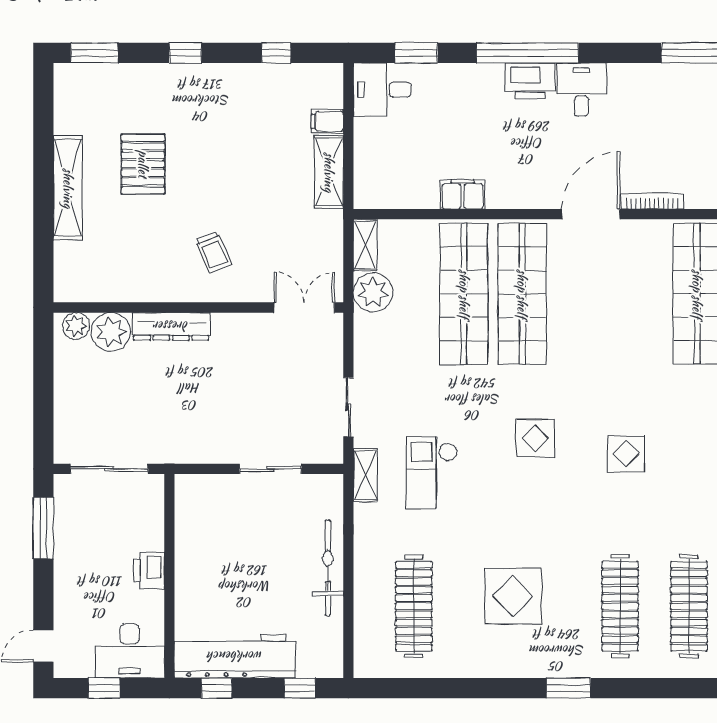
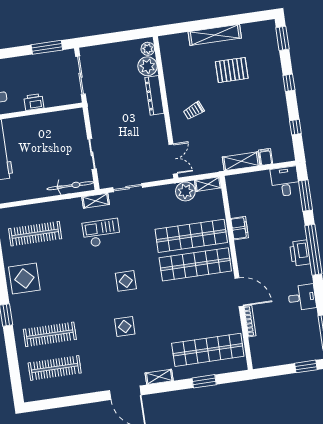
window: (416, 53) -> (305, 195), width x1.44
desk: (582, 90) -> (302, 297), moved
bicycle: (328, 568) -> (70, 186), moved
display table: (513, 596) -> (24, 278), moved

